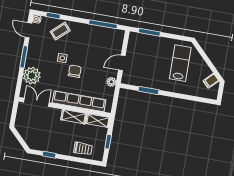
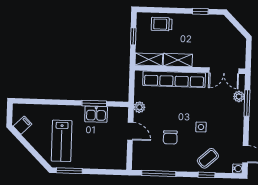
window: (53, 16) -> (206, 175), moved
window: (149, 32) -> (69, 171), moved
window: (24, 57) -> (247, 103), moved
door: (122, 63) -> (130, 131), hinge flipped
chair: (75, 71) -> (170, 137), moved
plant: (32, 76) -> (239, 97), width x0.53, depth x0.53
kitchen sink: (148, 81) -> (96, 114), added

